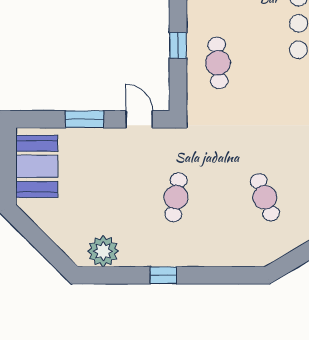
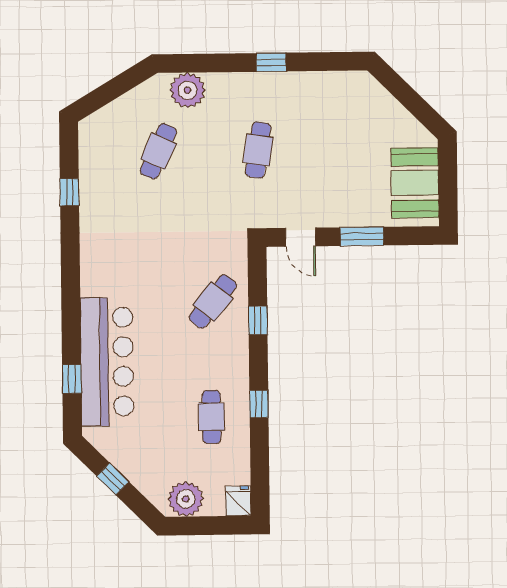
cafe table: (218, 63) -> (213, 301), turned 43
cafe table: (265, 197) -> (158, 151), turned 45
plant: (103, 251) -> (187, 90), moved

